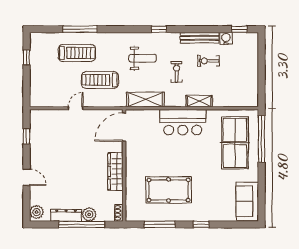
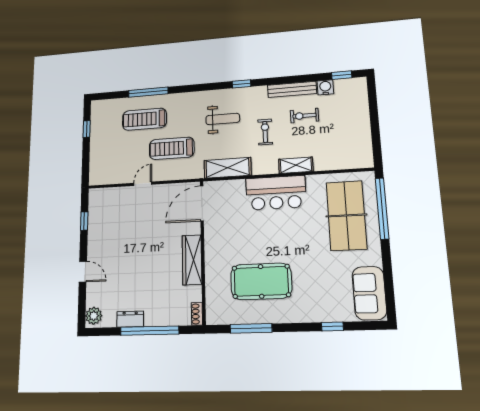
treadmill: (77, 53) -> (144, 119), turned 180
plant: (89, 214) -> (159, 317), removed
dresser: (66, 215) -> (130, 319), width x0.70
window: (201, 224) -> (332, 326), moved

